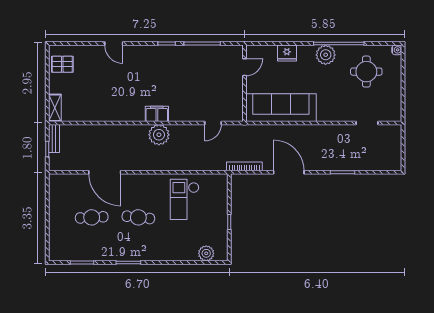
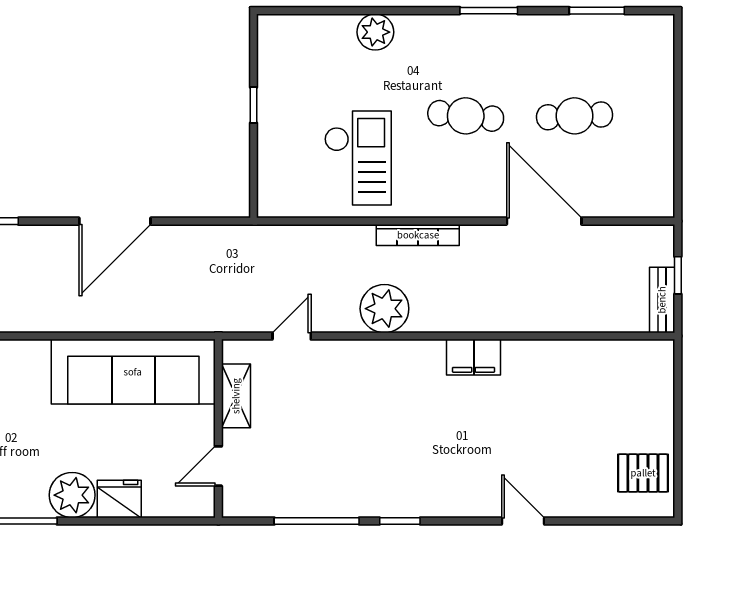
plant: (326, 55) -> (72, 495), moved
shelving: (55, 108) -> (236, 396), moved
filing cabinet: (157, 114) -> (474, 357), moved
plant: (159, 135) -> (384, 309), moved
bookcase: (244, 166) -> (418, 235), moved
door: (289, 172) -> (115, 221), hinge flipped
plant: (206, 253) -> (375, 32), moved

